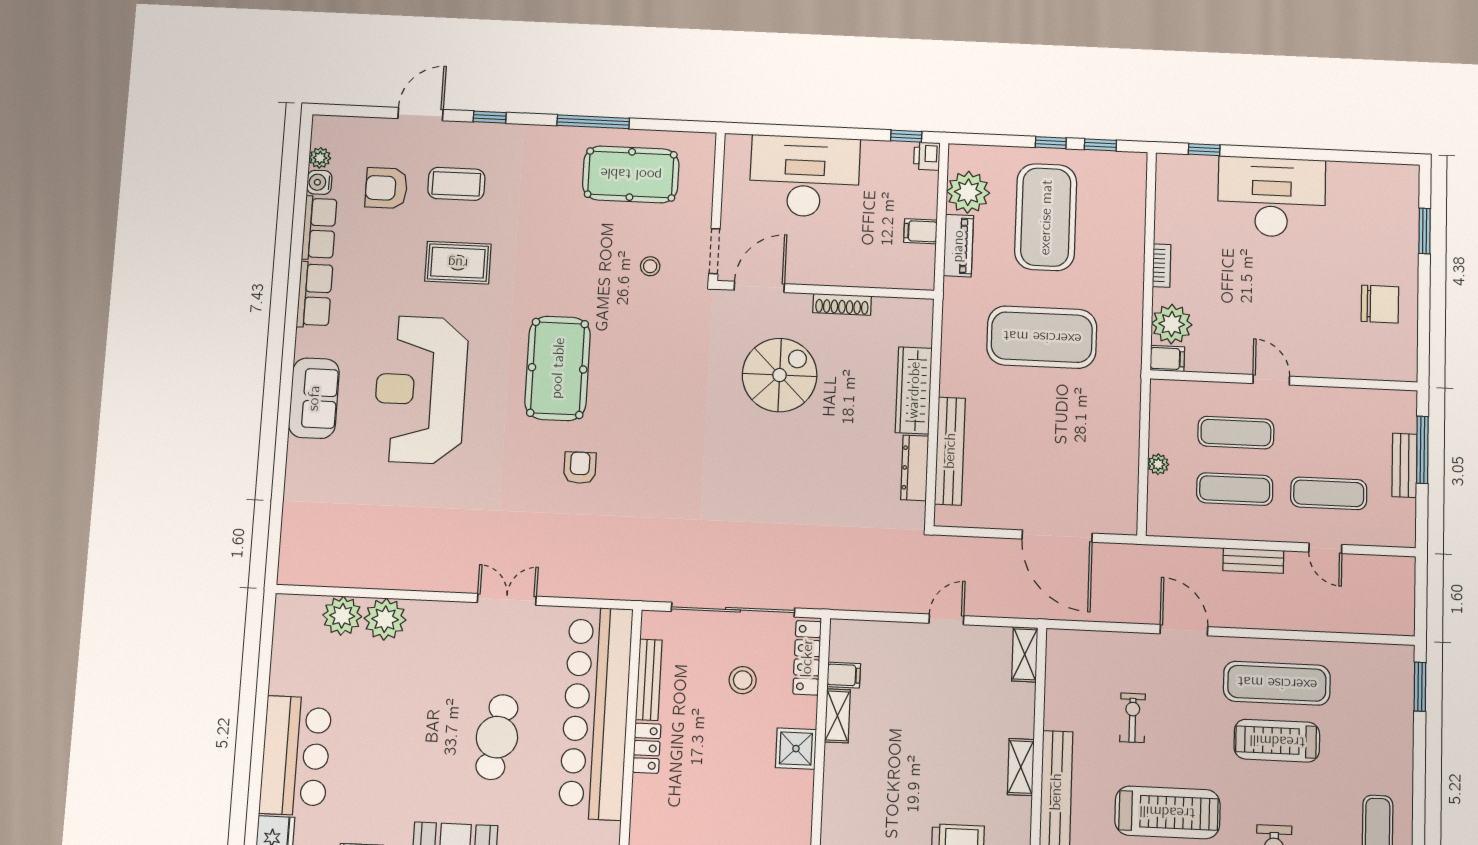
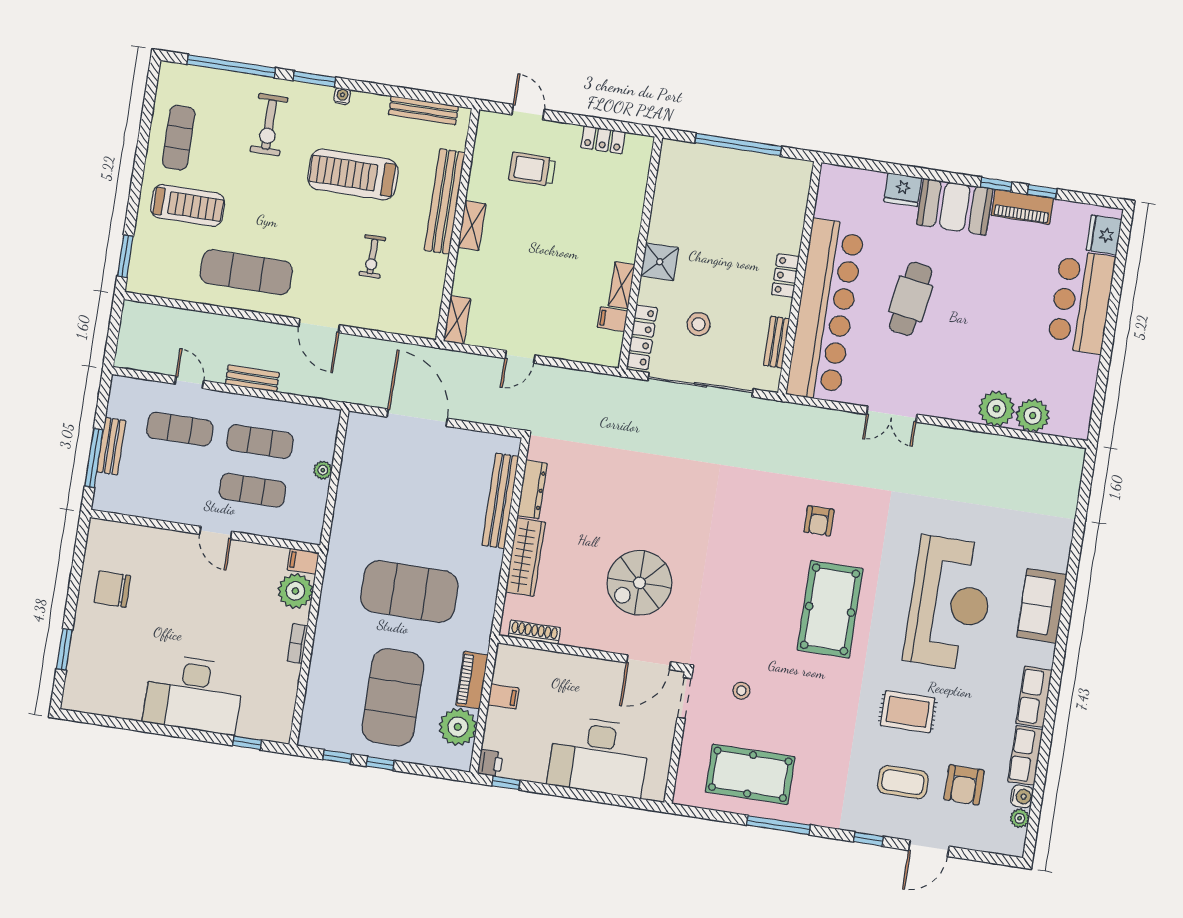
armchair: (386, 188) -> (964, 785), turned 90
shoe rack: (842, 304) -> (534, 632), moved
bench: (649, 680) -> (777, 342), width x0.73
treadmill: (1277, 741) -> (188, 205), moved

